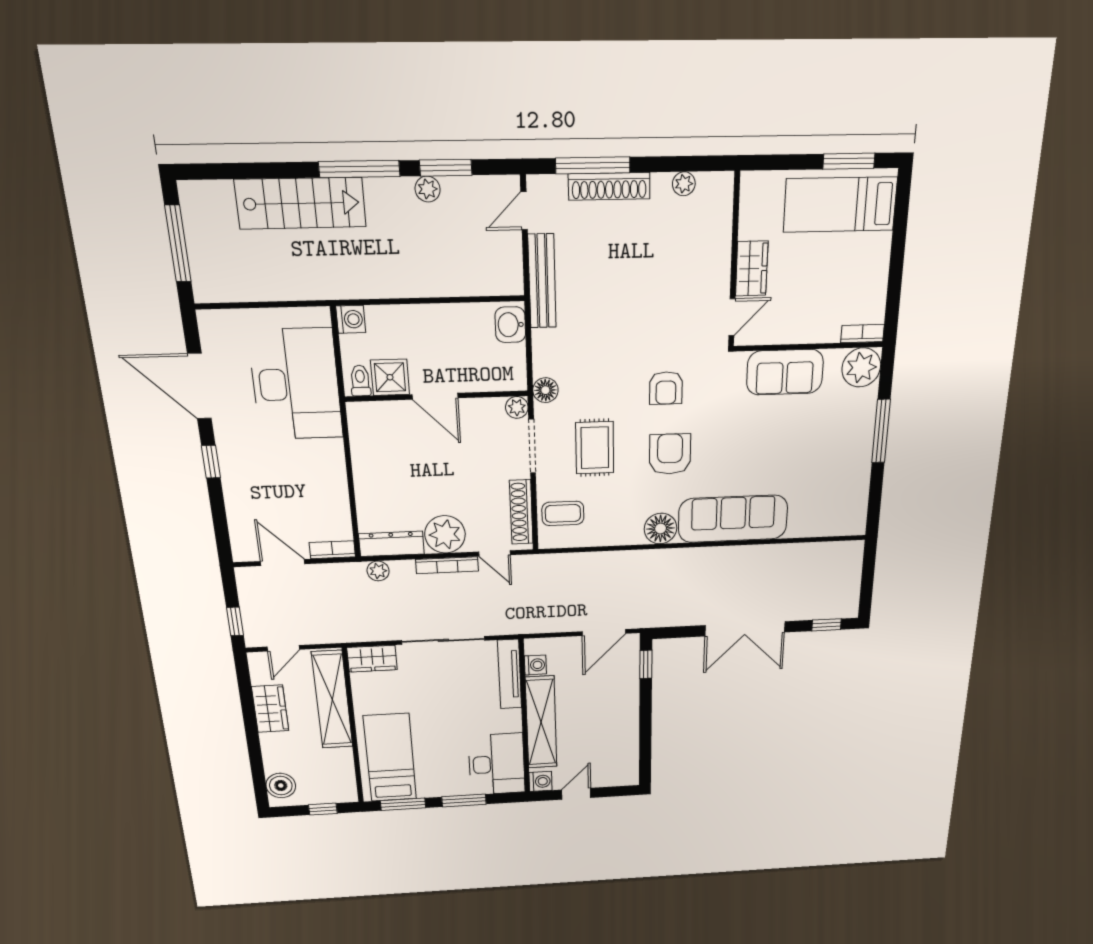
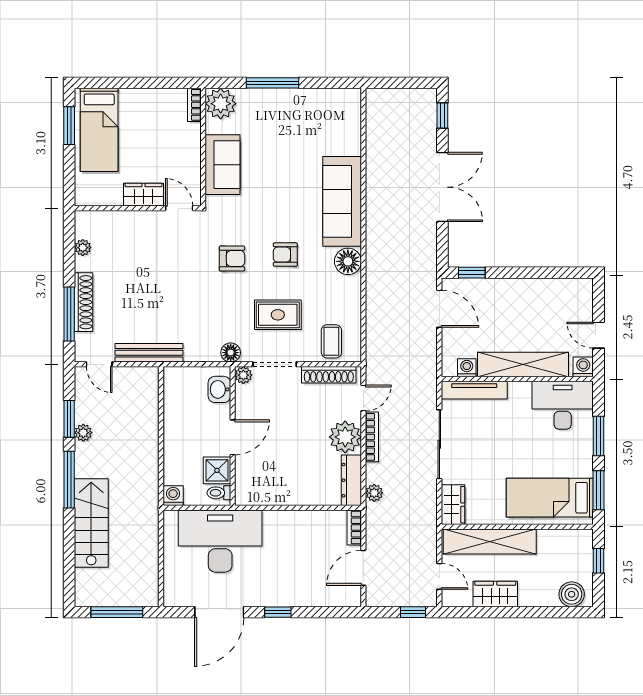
washbasin: (510, 325) -> (219, 389), moved, turned 90
armchair: (670, 454) -> (285, 255), width x0.72, depth x0.72

